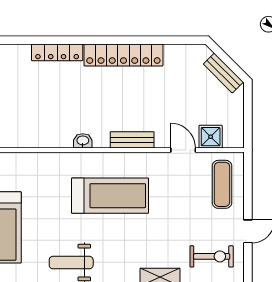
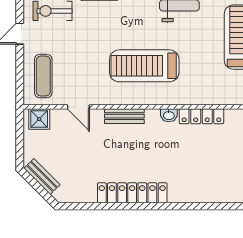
locker: (57, 52) -> (201, 116), moved, turned 180
shower: (211, 137) -> (39, 119), moved

